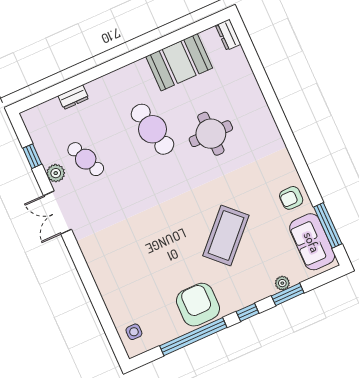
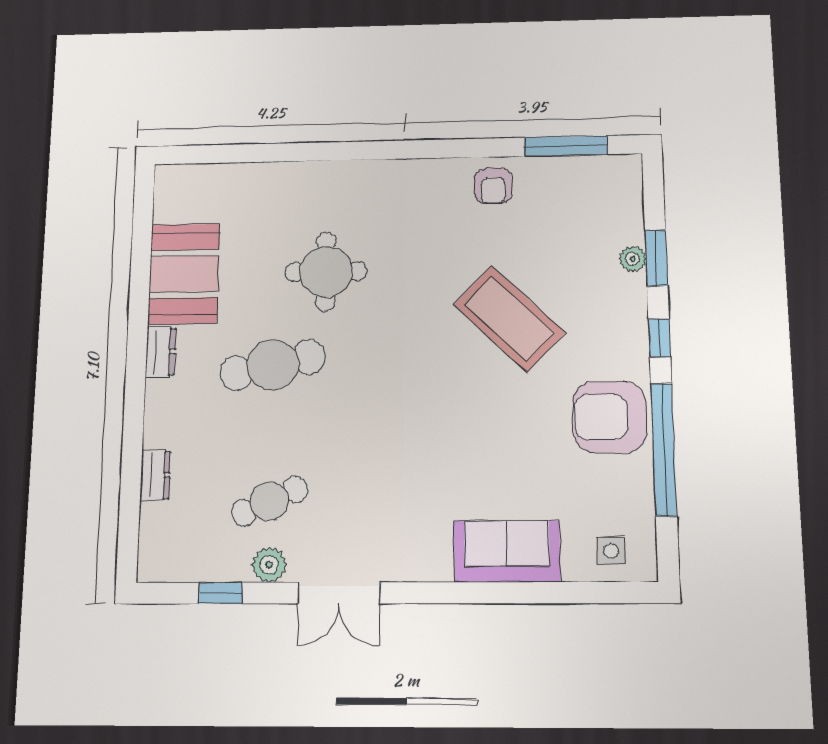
dresser: (228, 35) -> (161, 352), moved, turned -90
sofa: (312, 242) -> (507, 551), moved, turned 180

